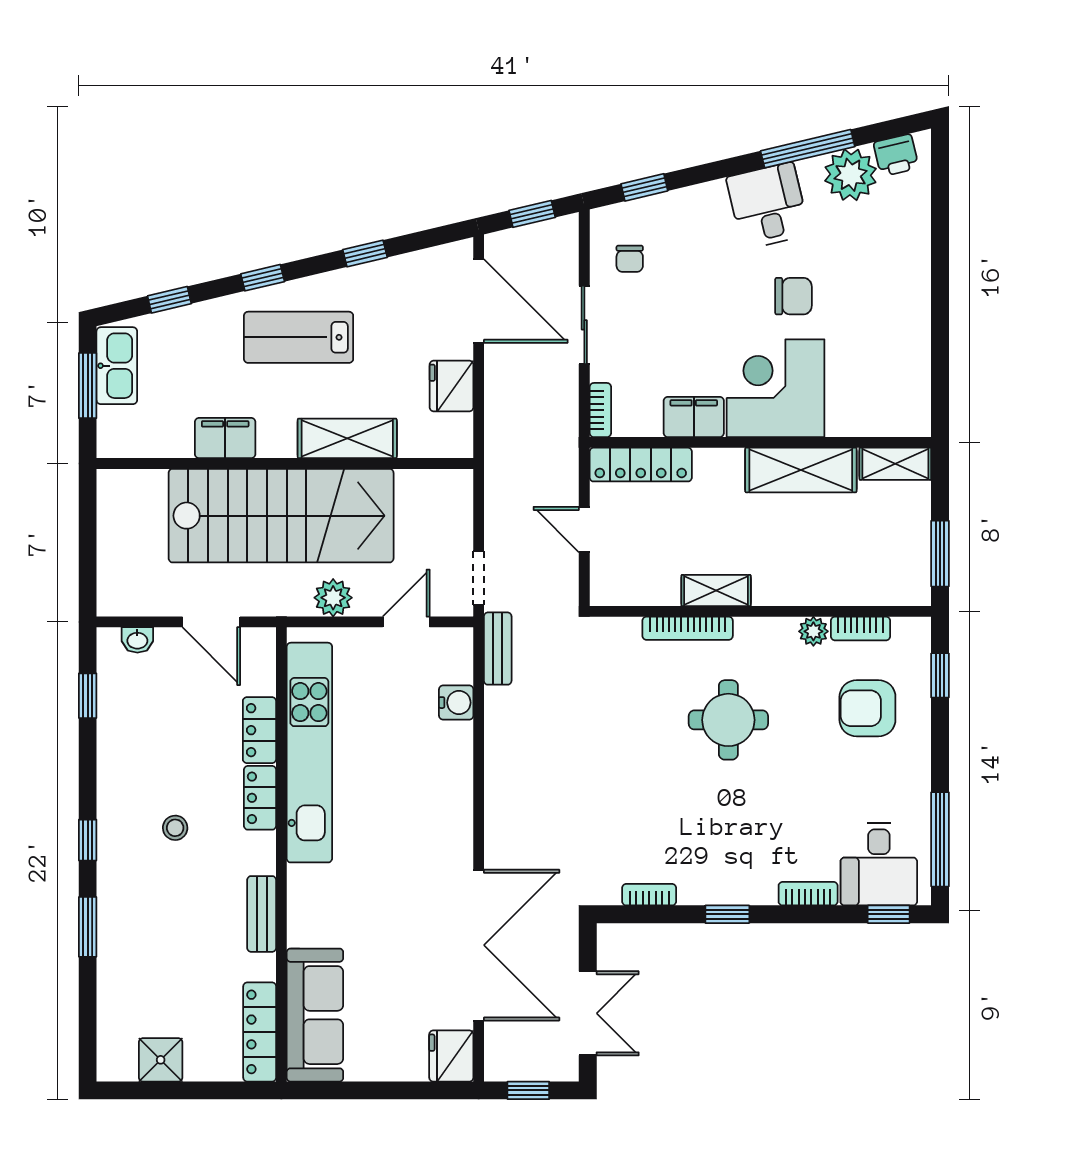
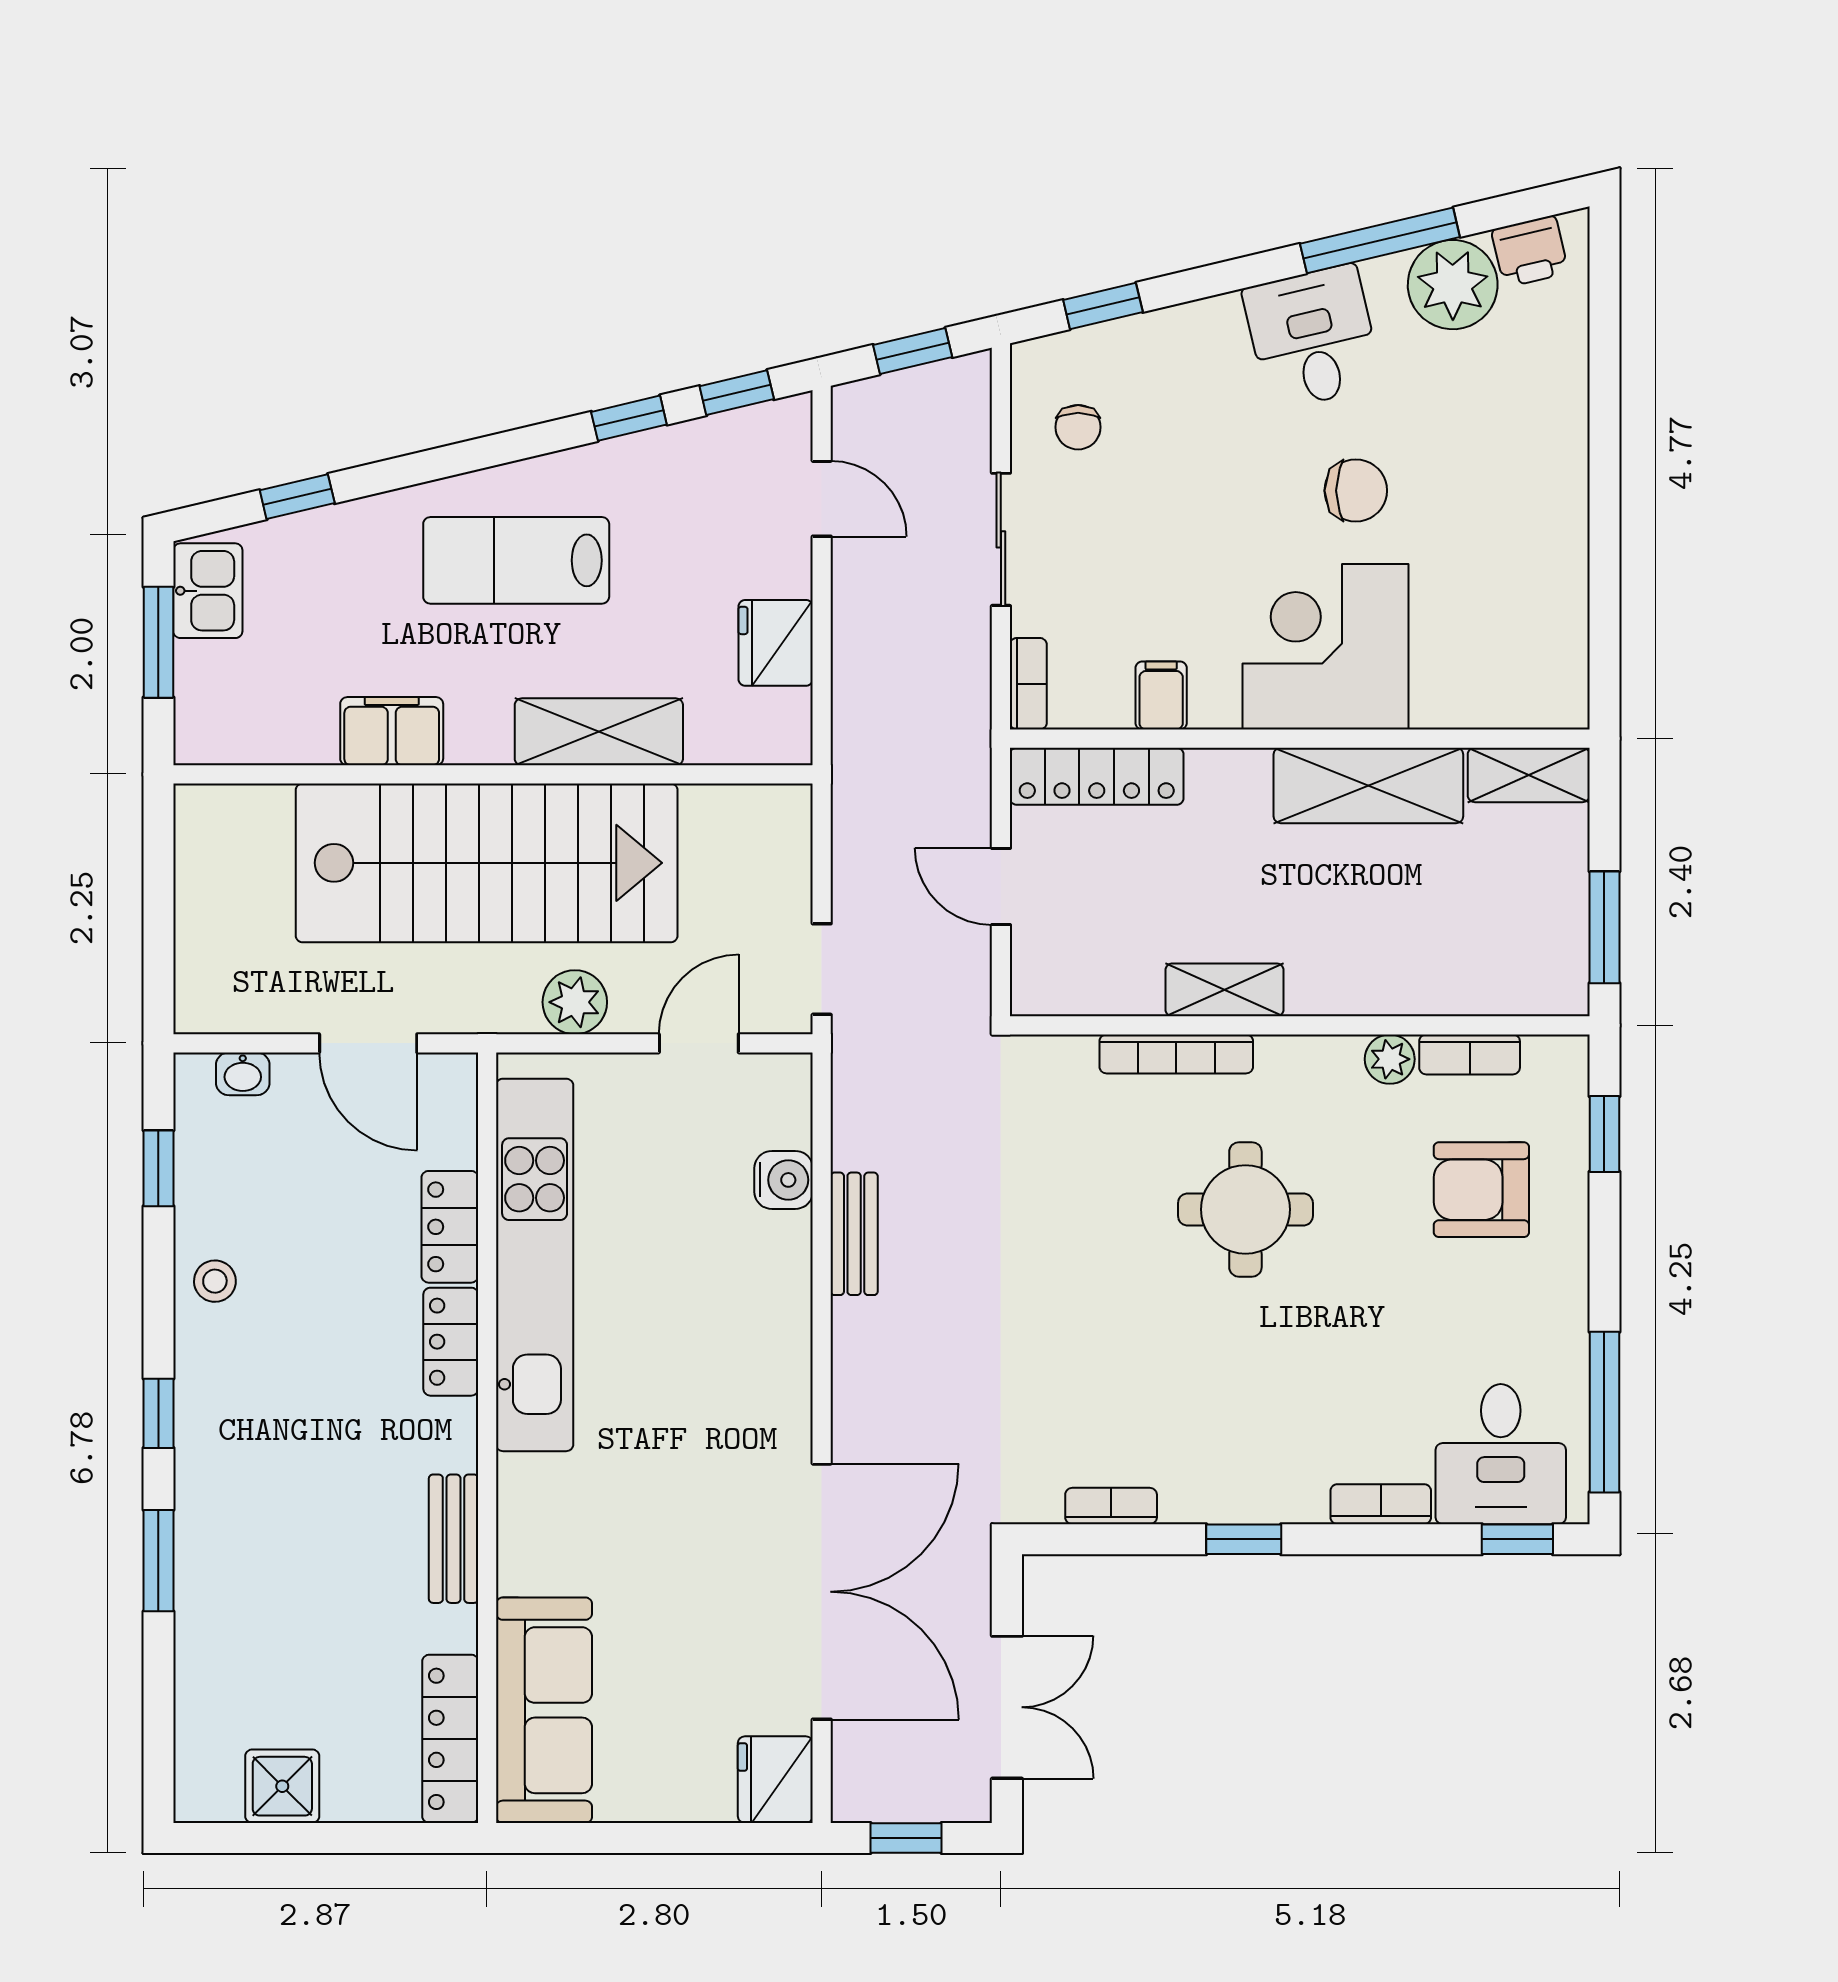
window: (263, 278) -> (737, 393), moved
door: (479, 301) -> (822, 499), width x0.53
kitchen sink: (117, 366) -> (208, 591), width x0.73
filing cabinet: (694, 417) -> (1161, 695), width x0.50
bench: (498, 649) -> (854, 1234), moved
stool: (175, 828) -> (215, 1281), moved

